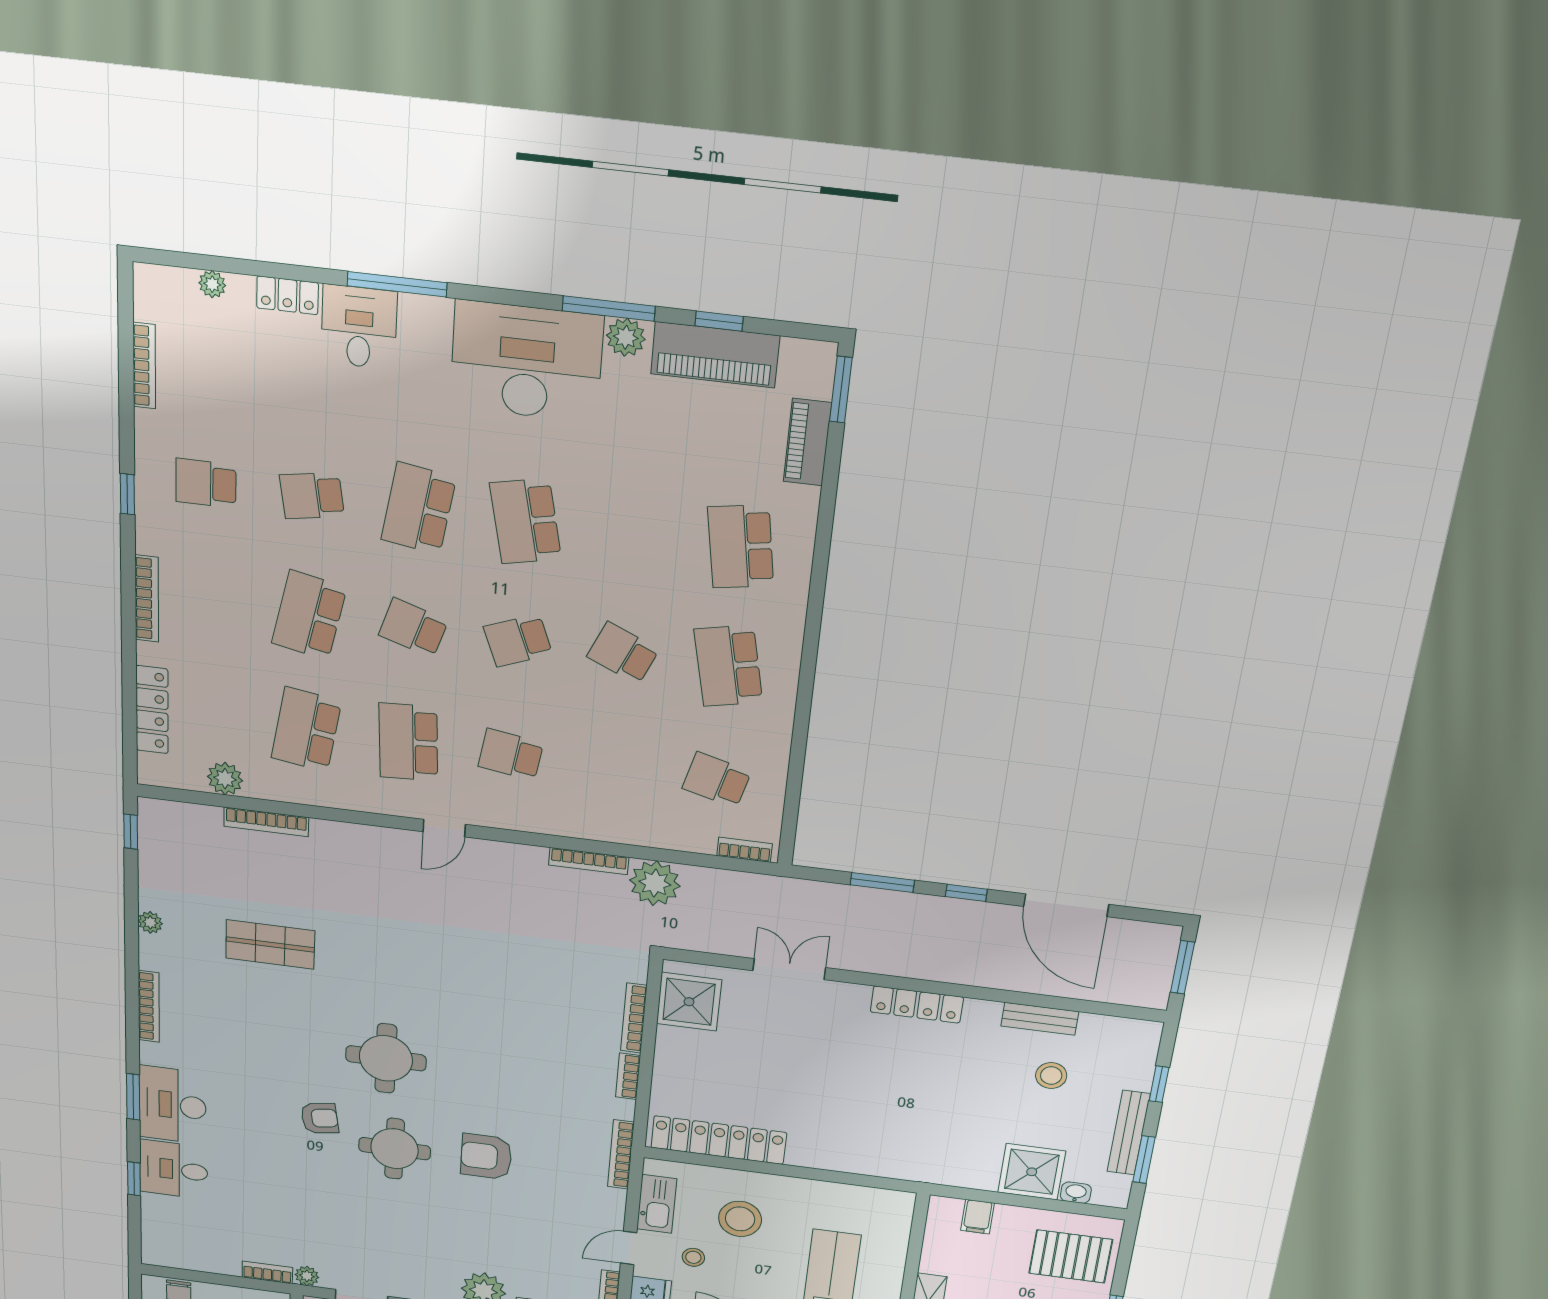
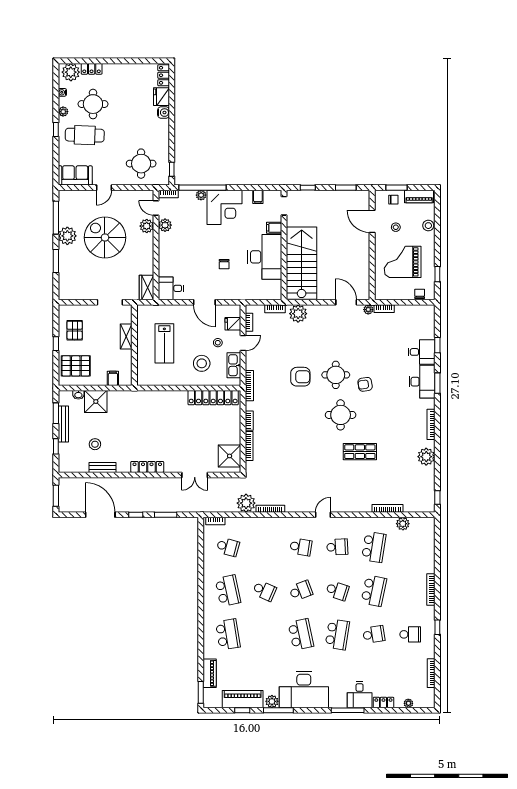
locker: (152, 710) -> (429, 547), removed
school desk: (408, 742) -> (337, 547), width x0.54
plant: (150, 922) -> (426, 457), width x1.88, depth x1.88
shop shelf: (270, 944) -> (360, 452), moved

